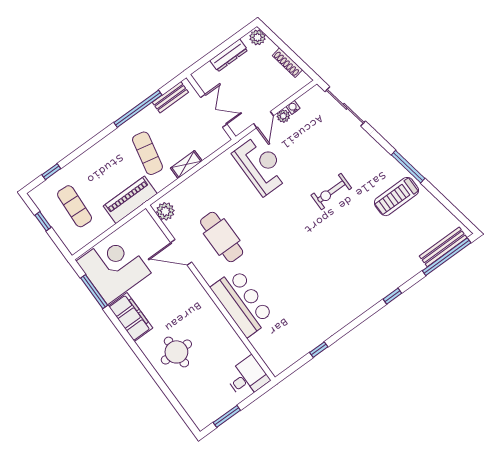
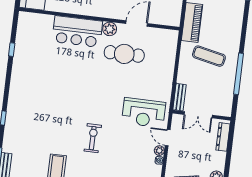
dresser: (229, 55) -> (223, 137), moved
bench: (170, 97) -> (180, 97), moved
shelving: (186, 165) -> (183, 72), removed
plant: (165, 211) -> (110, 29), moved

